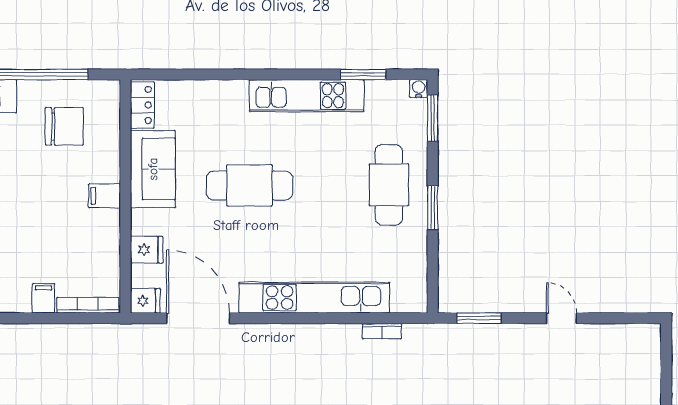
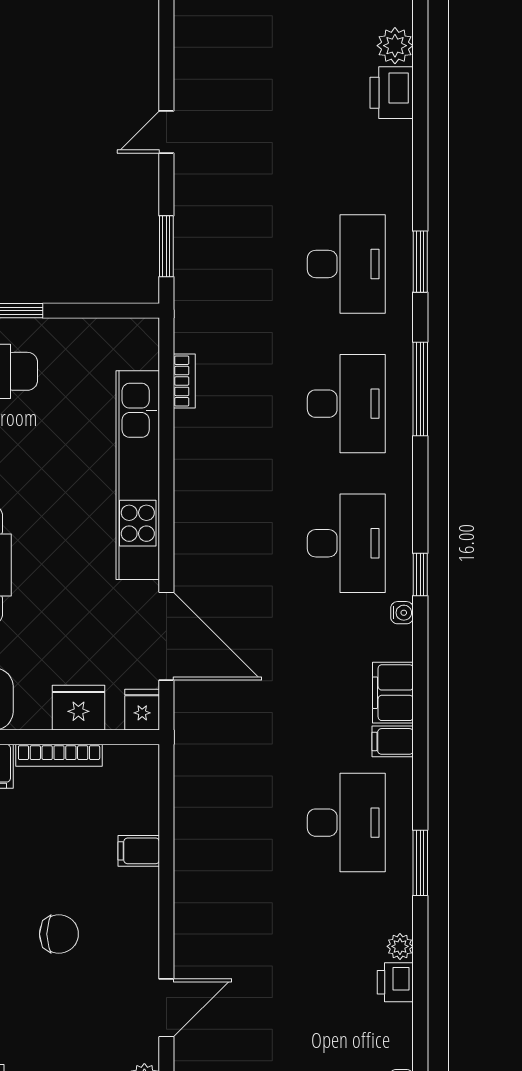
fridge: (147, 250) -> (78, 708), width x1.38
bookcase: (88, 305) -> (59, 755), moved, turned -90
door: (198, 318) -> (166, 636), swing flipped

